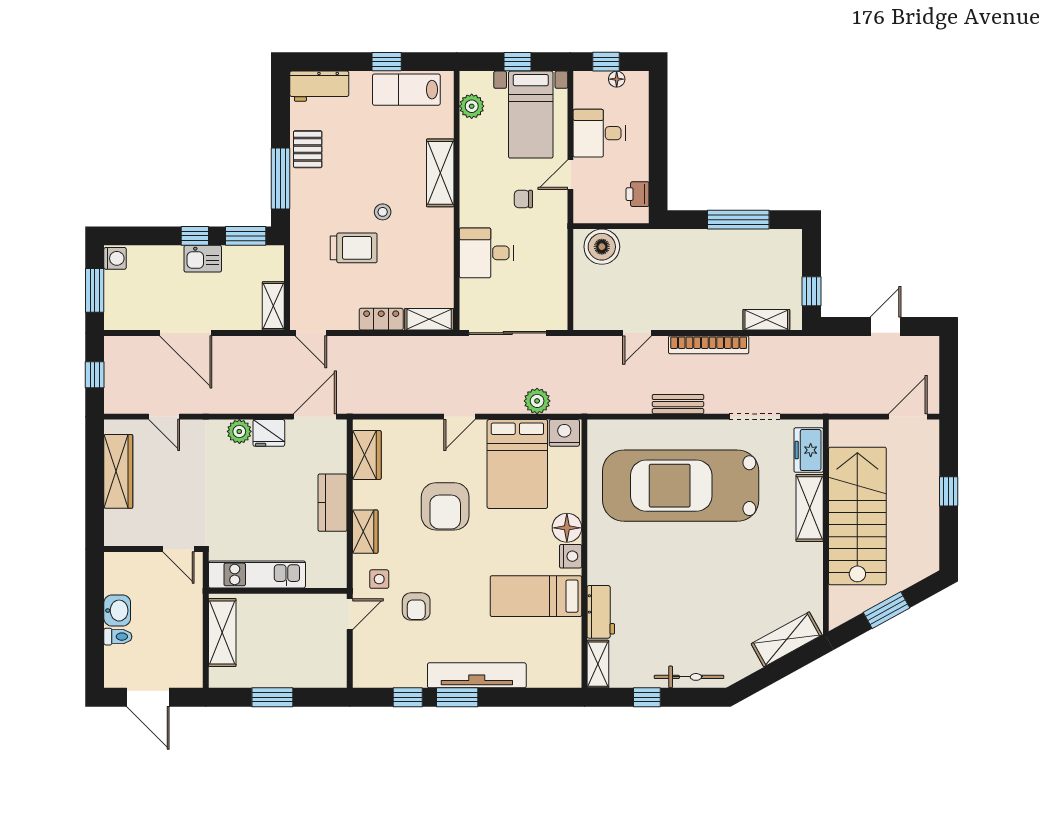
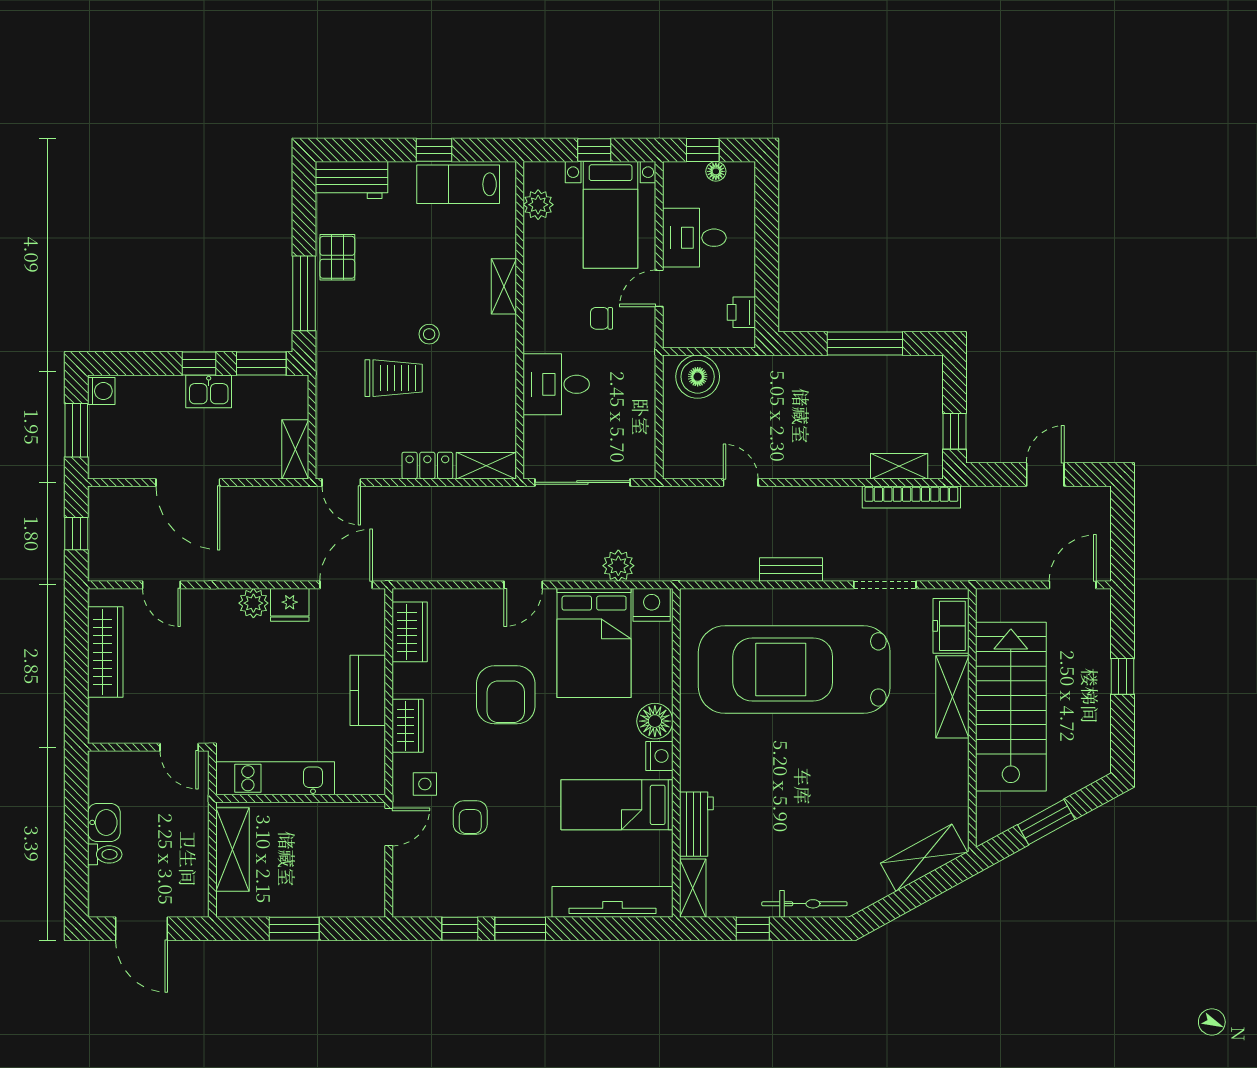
shelving: (440, 173) -> (504, 286), width x0.67, depth x0.75
door: (637, 333) -> (741, 482), swing flipped
bookcase: (709, 345) -> (911, 497), moved
tv unit: (477, 675) -> (612, 902), moved

